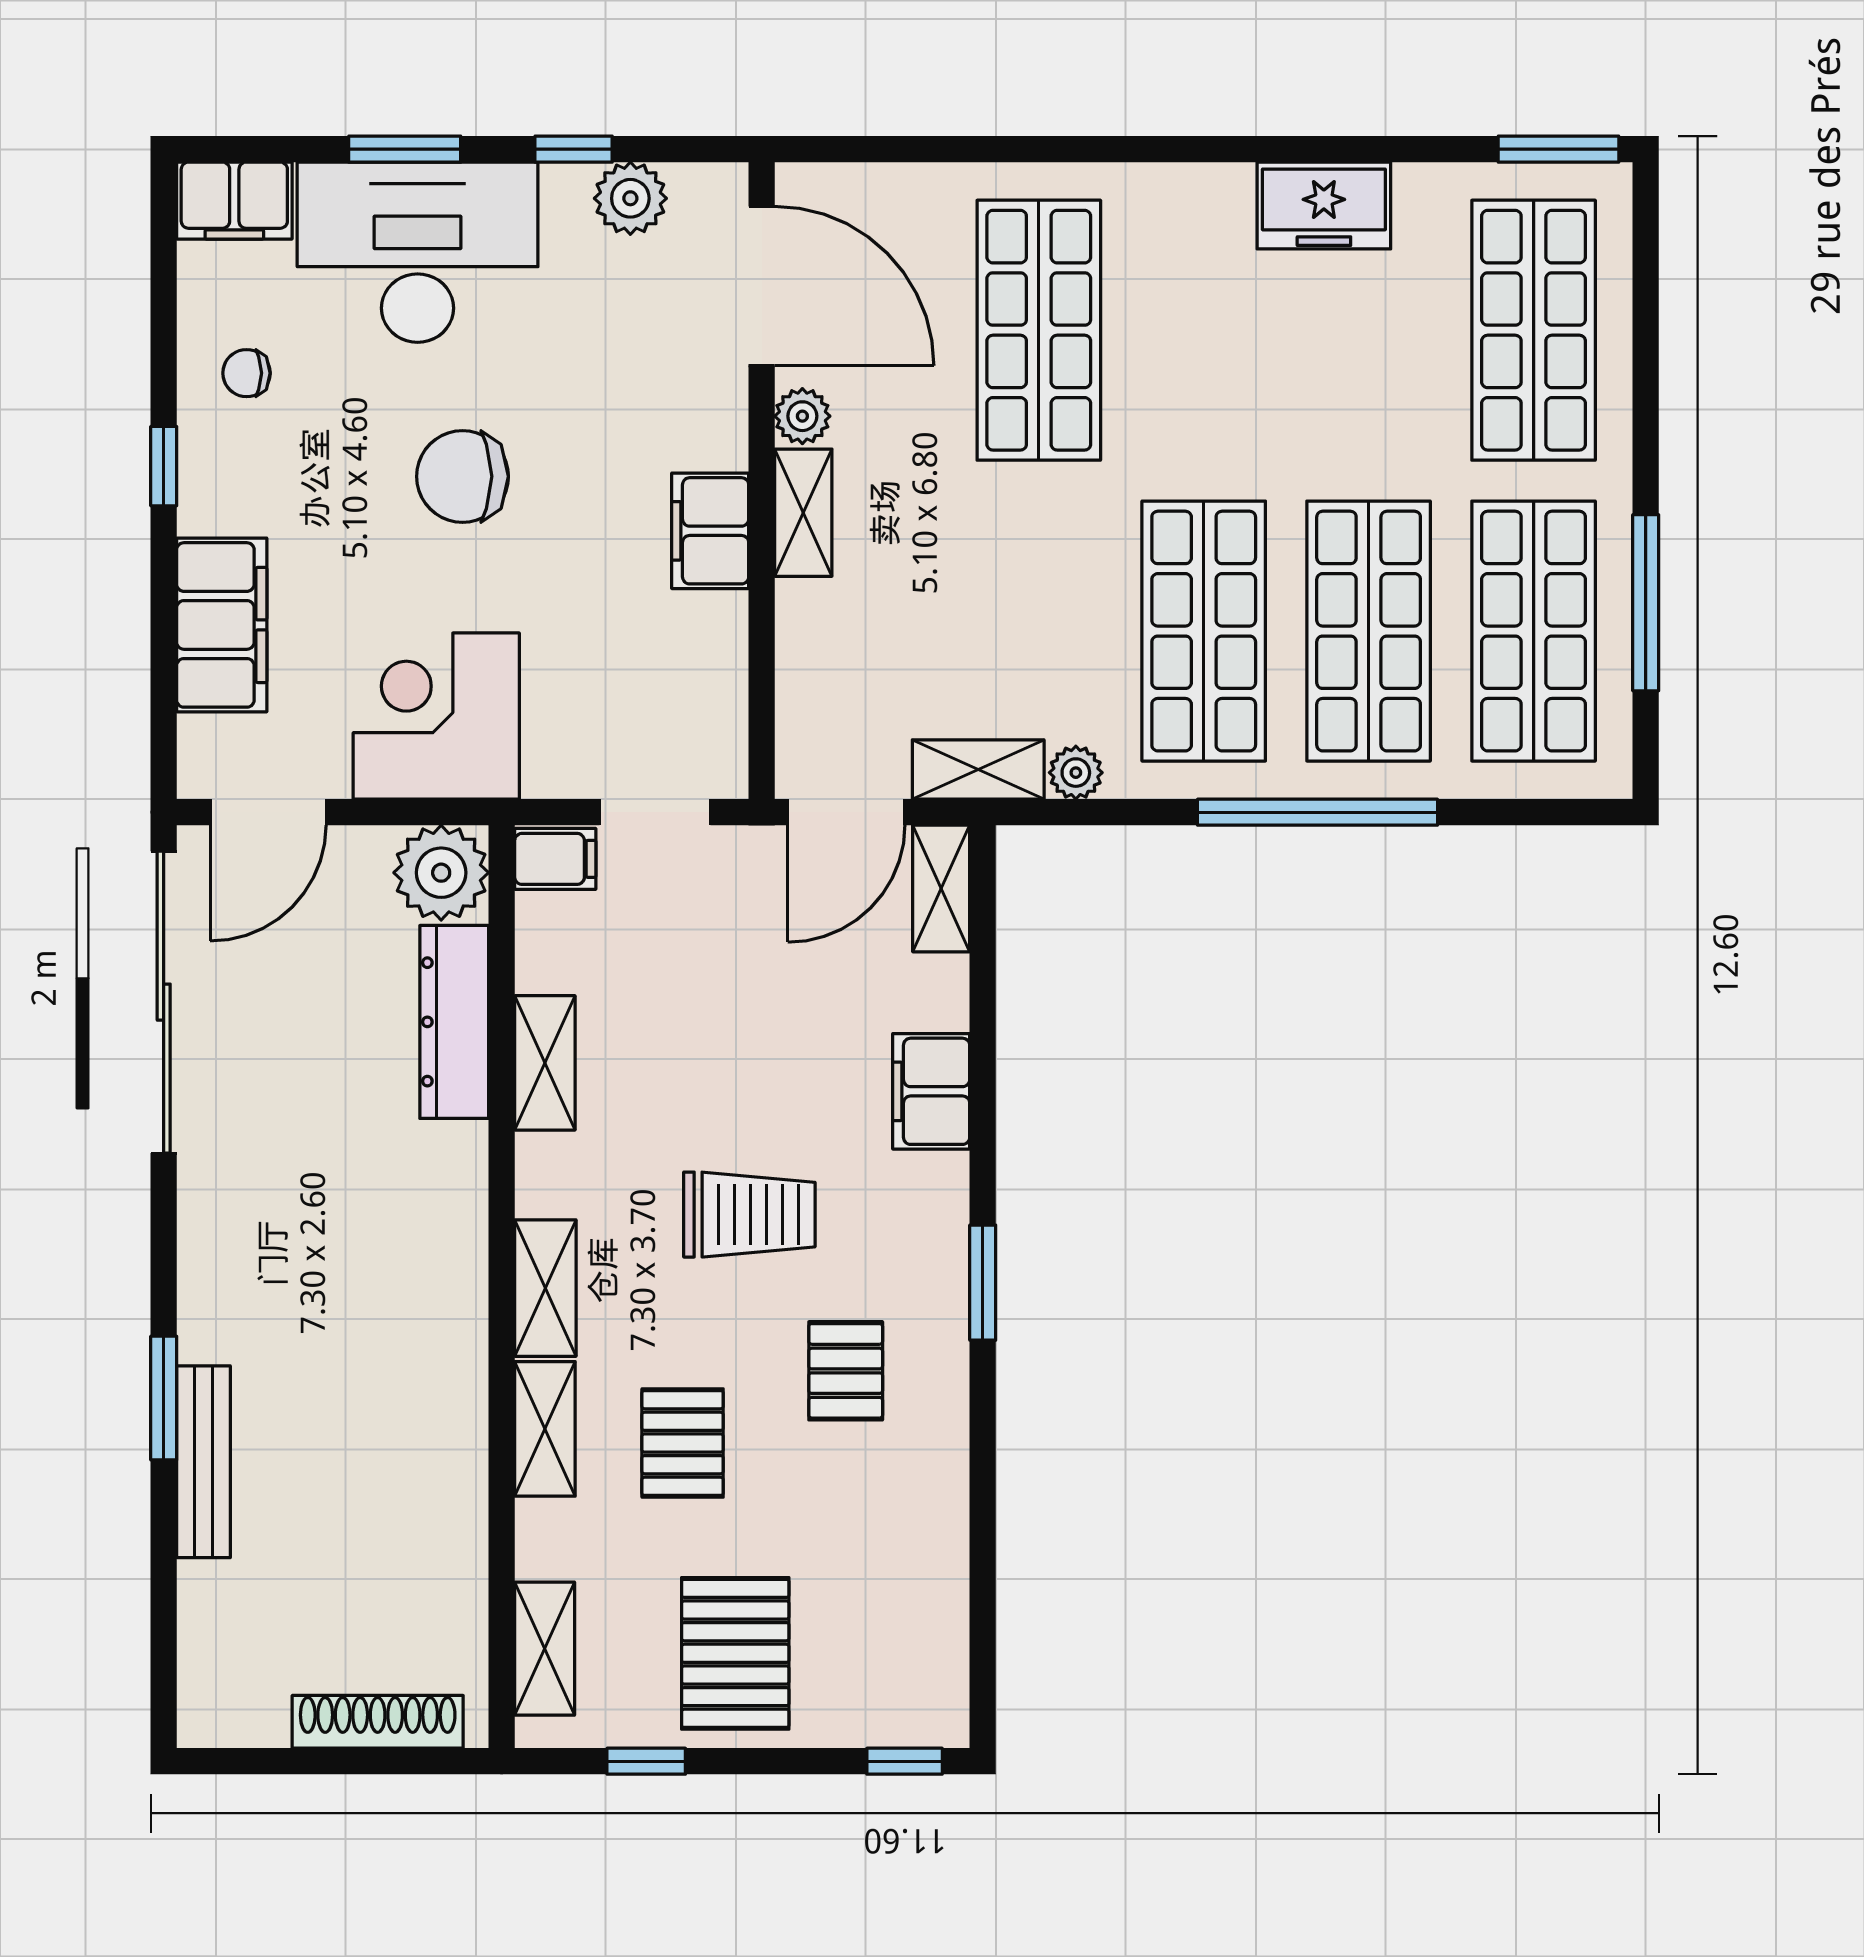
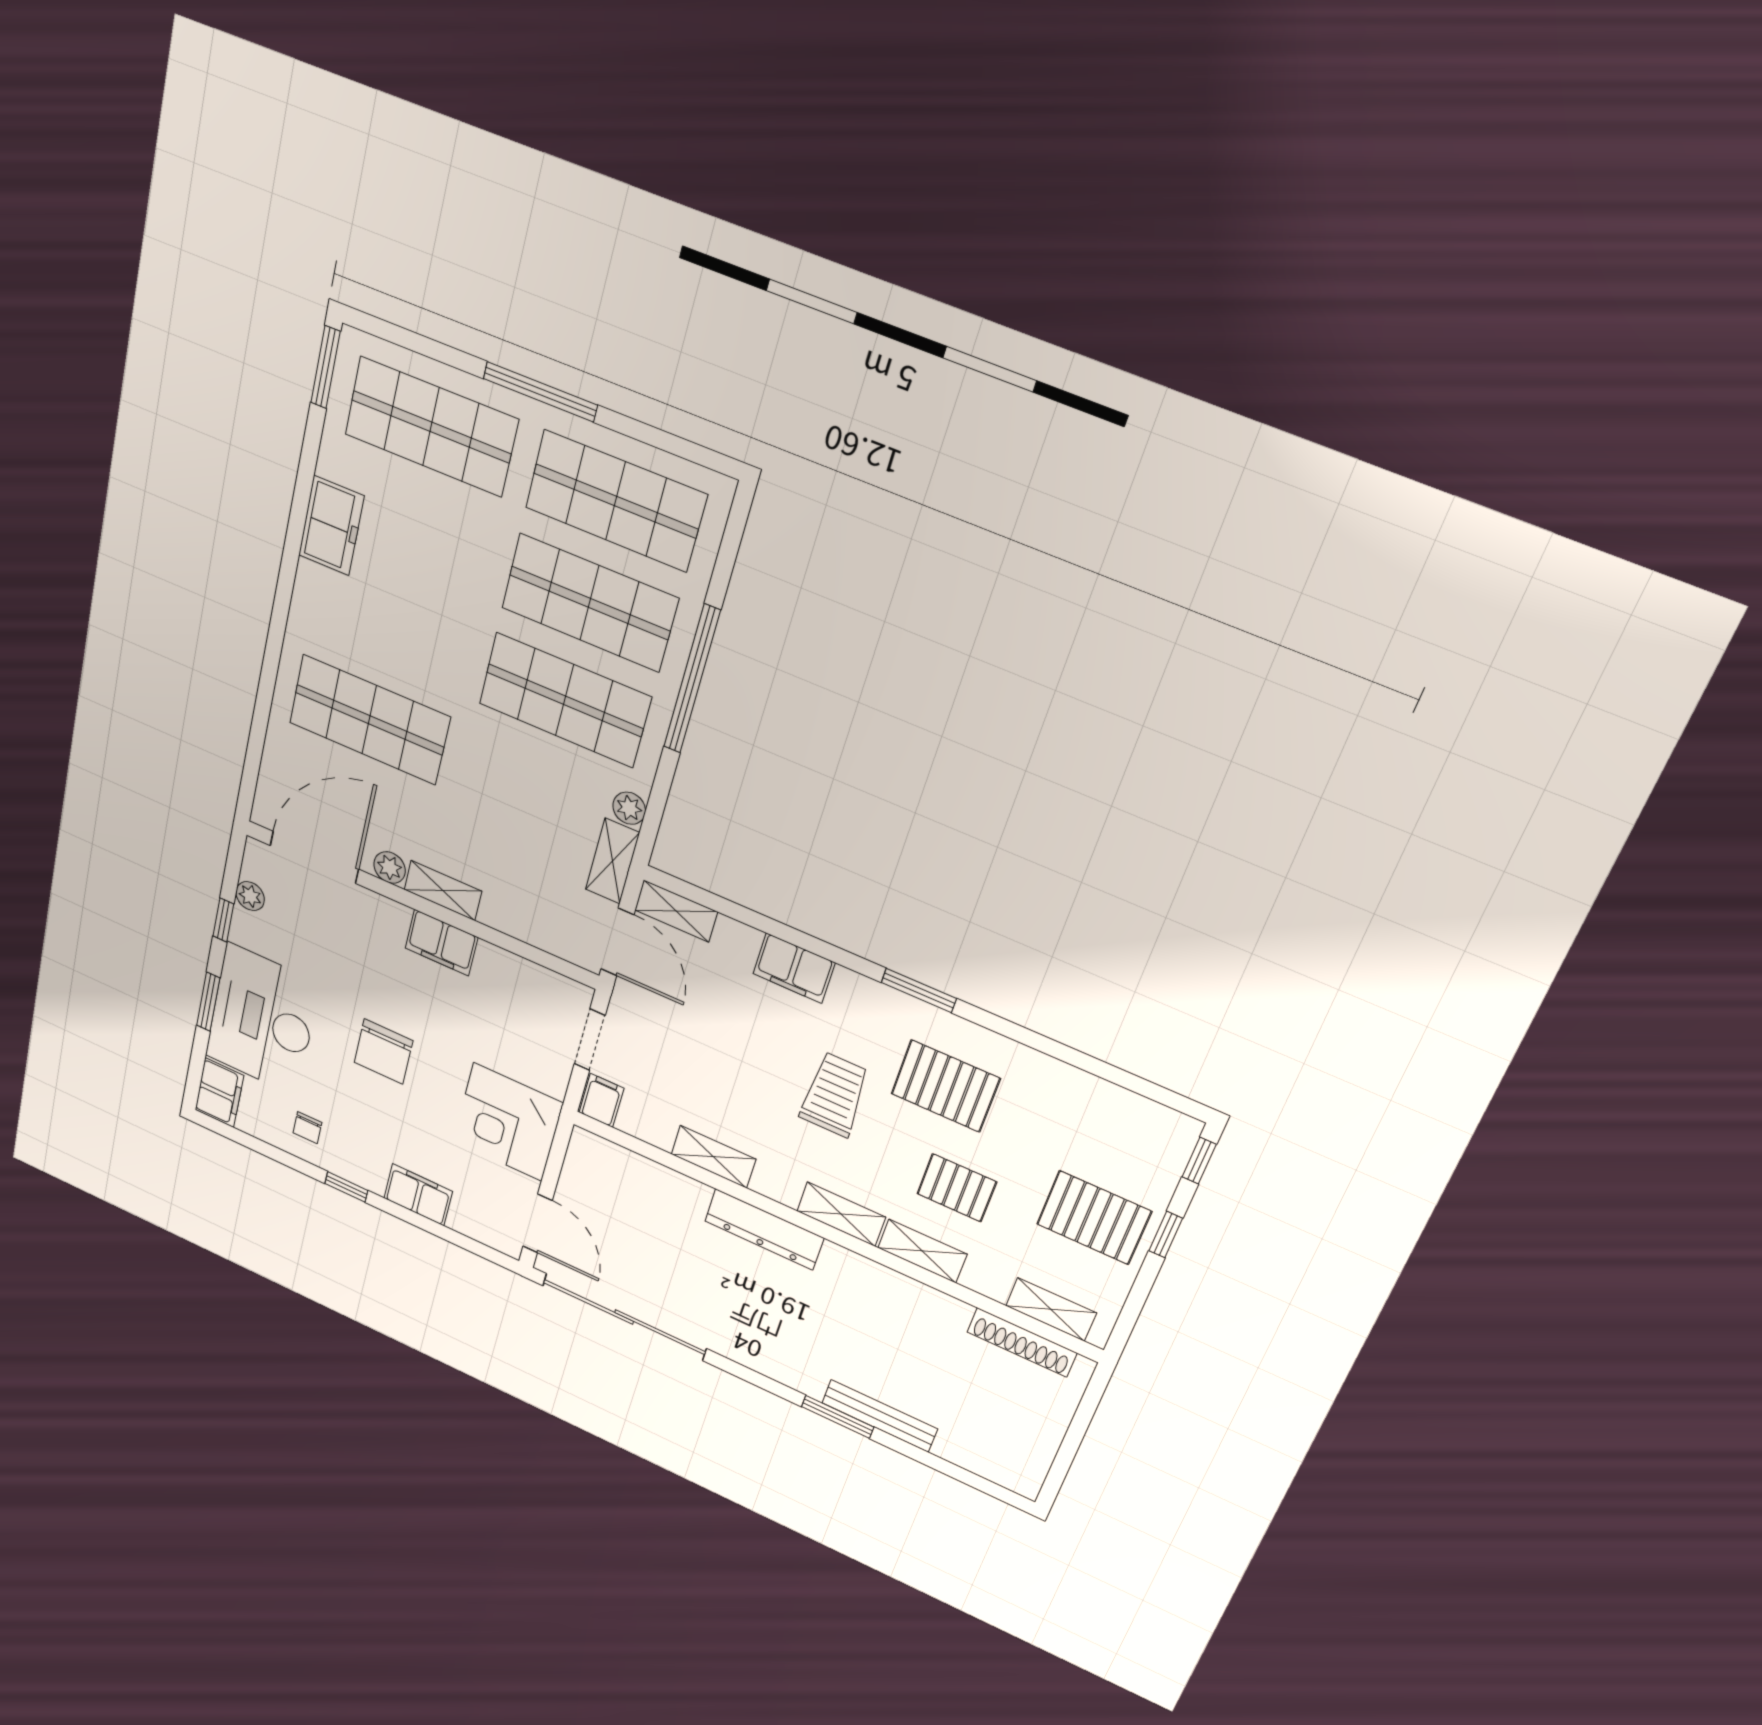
plant: (630, 198) -> (250, 896), width x0.73, depth x0.73
window: (1646, 603) -> (540, 392), moved
filing cabinet: (222, 625) -> (418, 1195), width x0.67, depth x0.86
plant: (441, 873) -> (593, 1158), removed
dresser: (454, 1022) -> (764, 1229), moved
pallet: (846, 1371) -> (945, 1086), width x1.50, depth x1.42
shoe rack: (378, 1722) -> (1022, 1342), moved, turned -90
window: (646, 1761) -> (1166, 1235), moved

